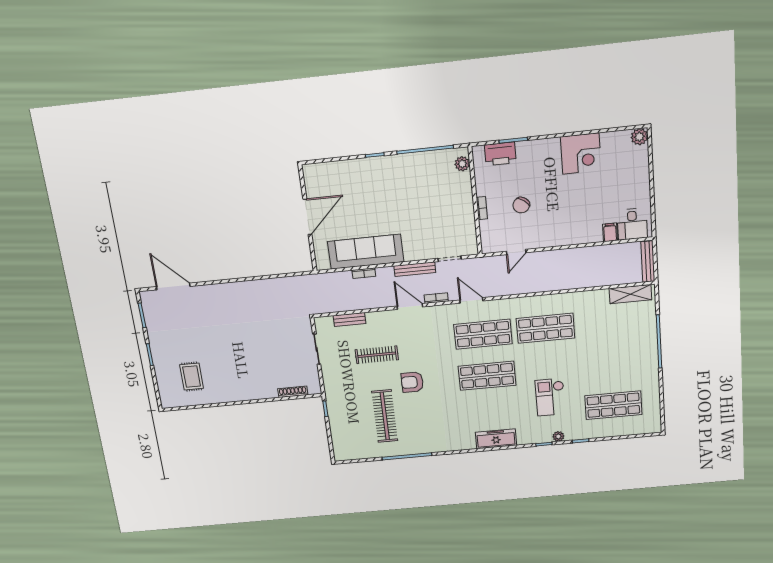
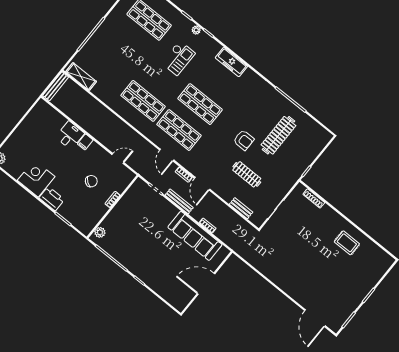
printer: (500, 154) -> (52, 199), moved
desk: (632, 224) -> (70, 135), moved
filing cabinet: (610, 232) -> (85, 142), moved
rug: (192, 377) -> (347, 243), moved, turned 90

